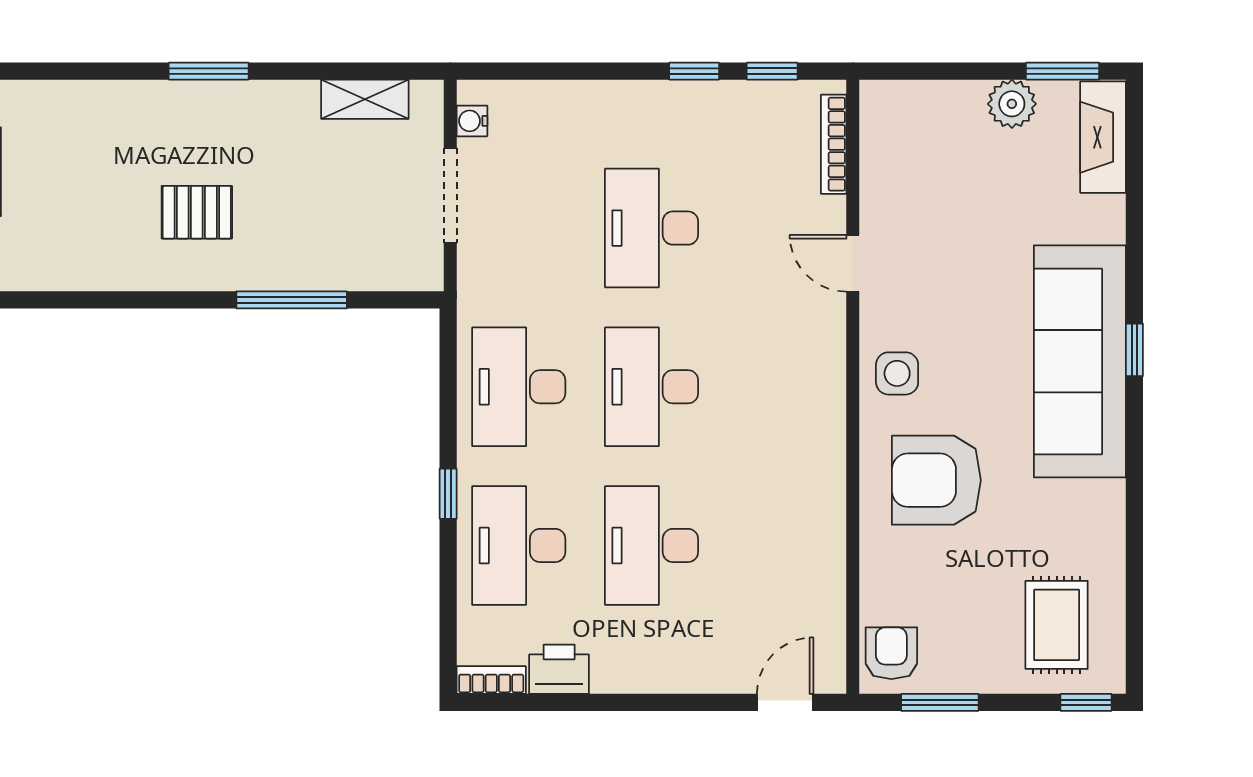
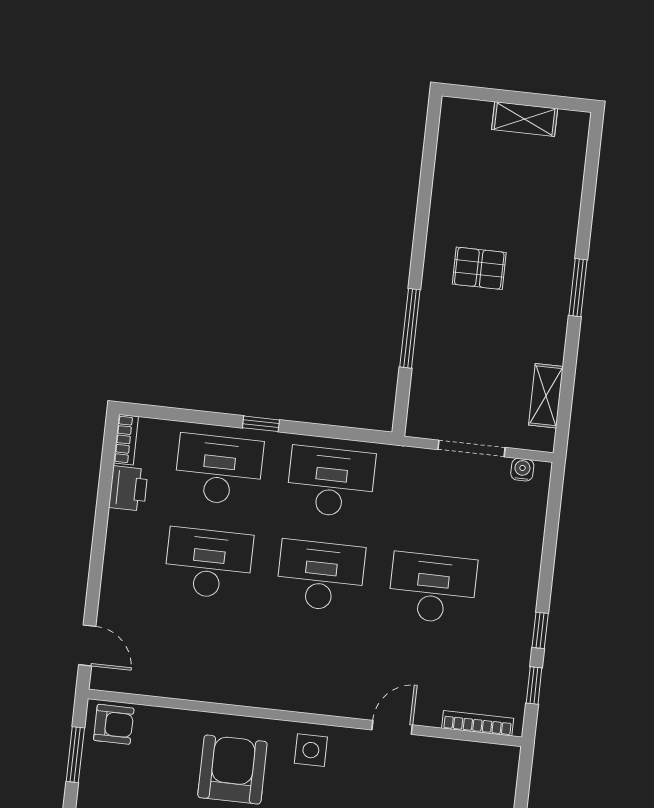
pallet: (197, 212) -> (479, 268), turned 90

